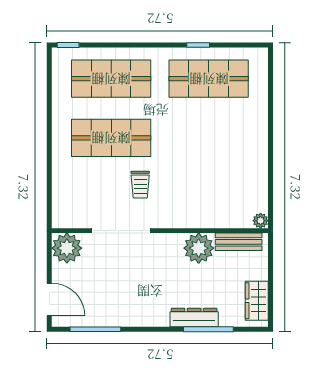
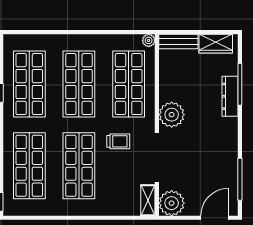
shop shelf: (209, 138) -> (79, 84), added
shop shelf: (209, 197) -> (129, 84), added
shelving: (70, 220) -> (148, 200), added
bench: (239, 242) -> (178, 42), moved, turned 90
plant: (199, 248) -> (172, 115), moved

